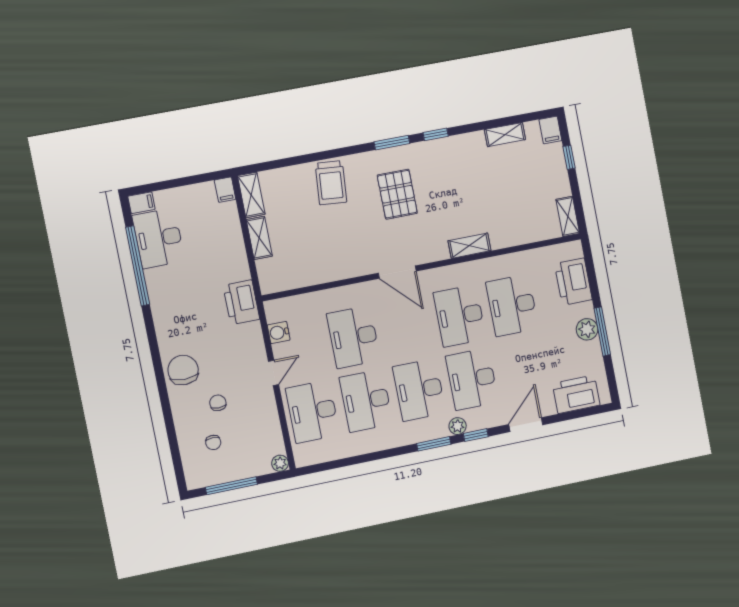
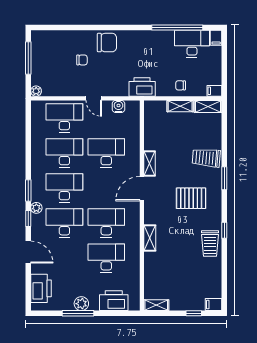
shelving: (505, 135) -> (149, 164), moved
window: (392, 143) -> (224, 178), moved
trolley: (460, 152) -> (210, 244), added
chair: (213, 442) -> (181, 85), moved

